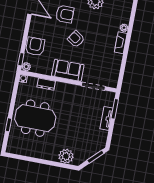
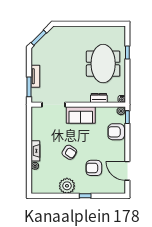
armchair: (76, 39) -> (69, 152), moved
armchair: (35, 46) -> (116, 132), turned 90
meeting table: (35, 118) -> (103, 64), turned 90
plant: (66, 156) -> (67, 33), removed

